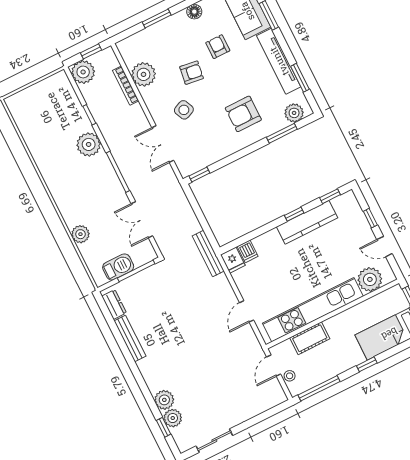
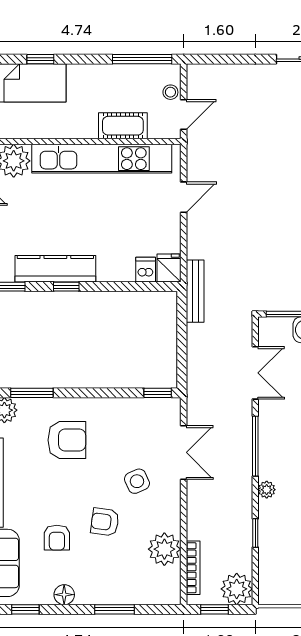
bookcase: (126, 86) -> (193, 568), moved
plant: (89, 144) -> (267, 490), width x0.53, depth x0.53
window: (367, 364) -> (40, 59), moved

